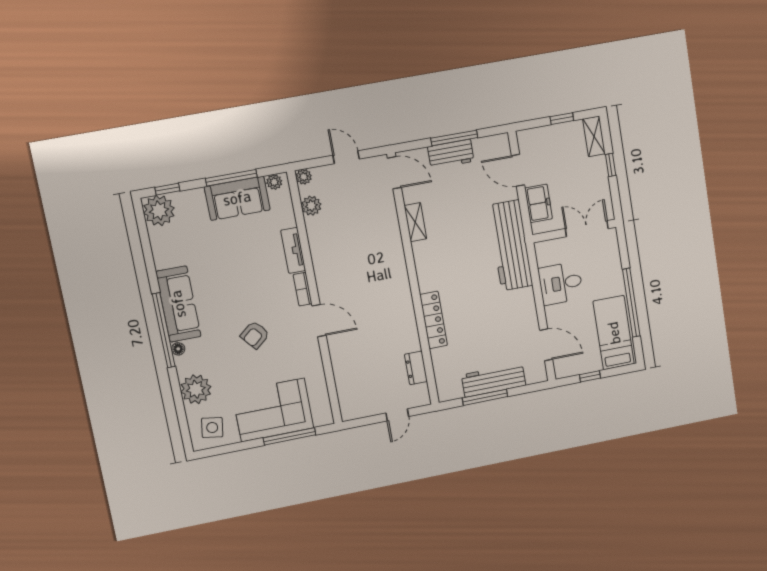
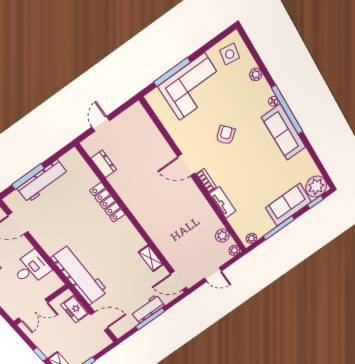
sofa: (237, 198) -> (288, 205), moved
plant: (196, 389) -> (256, 74), width x0.53, depth x0.53
window: (485, 397) -> (28, 177), moved

